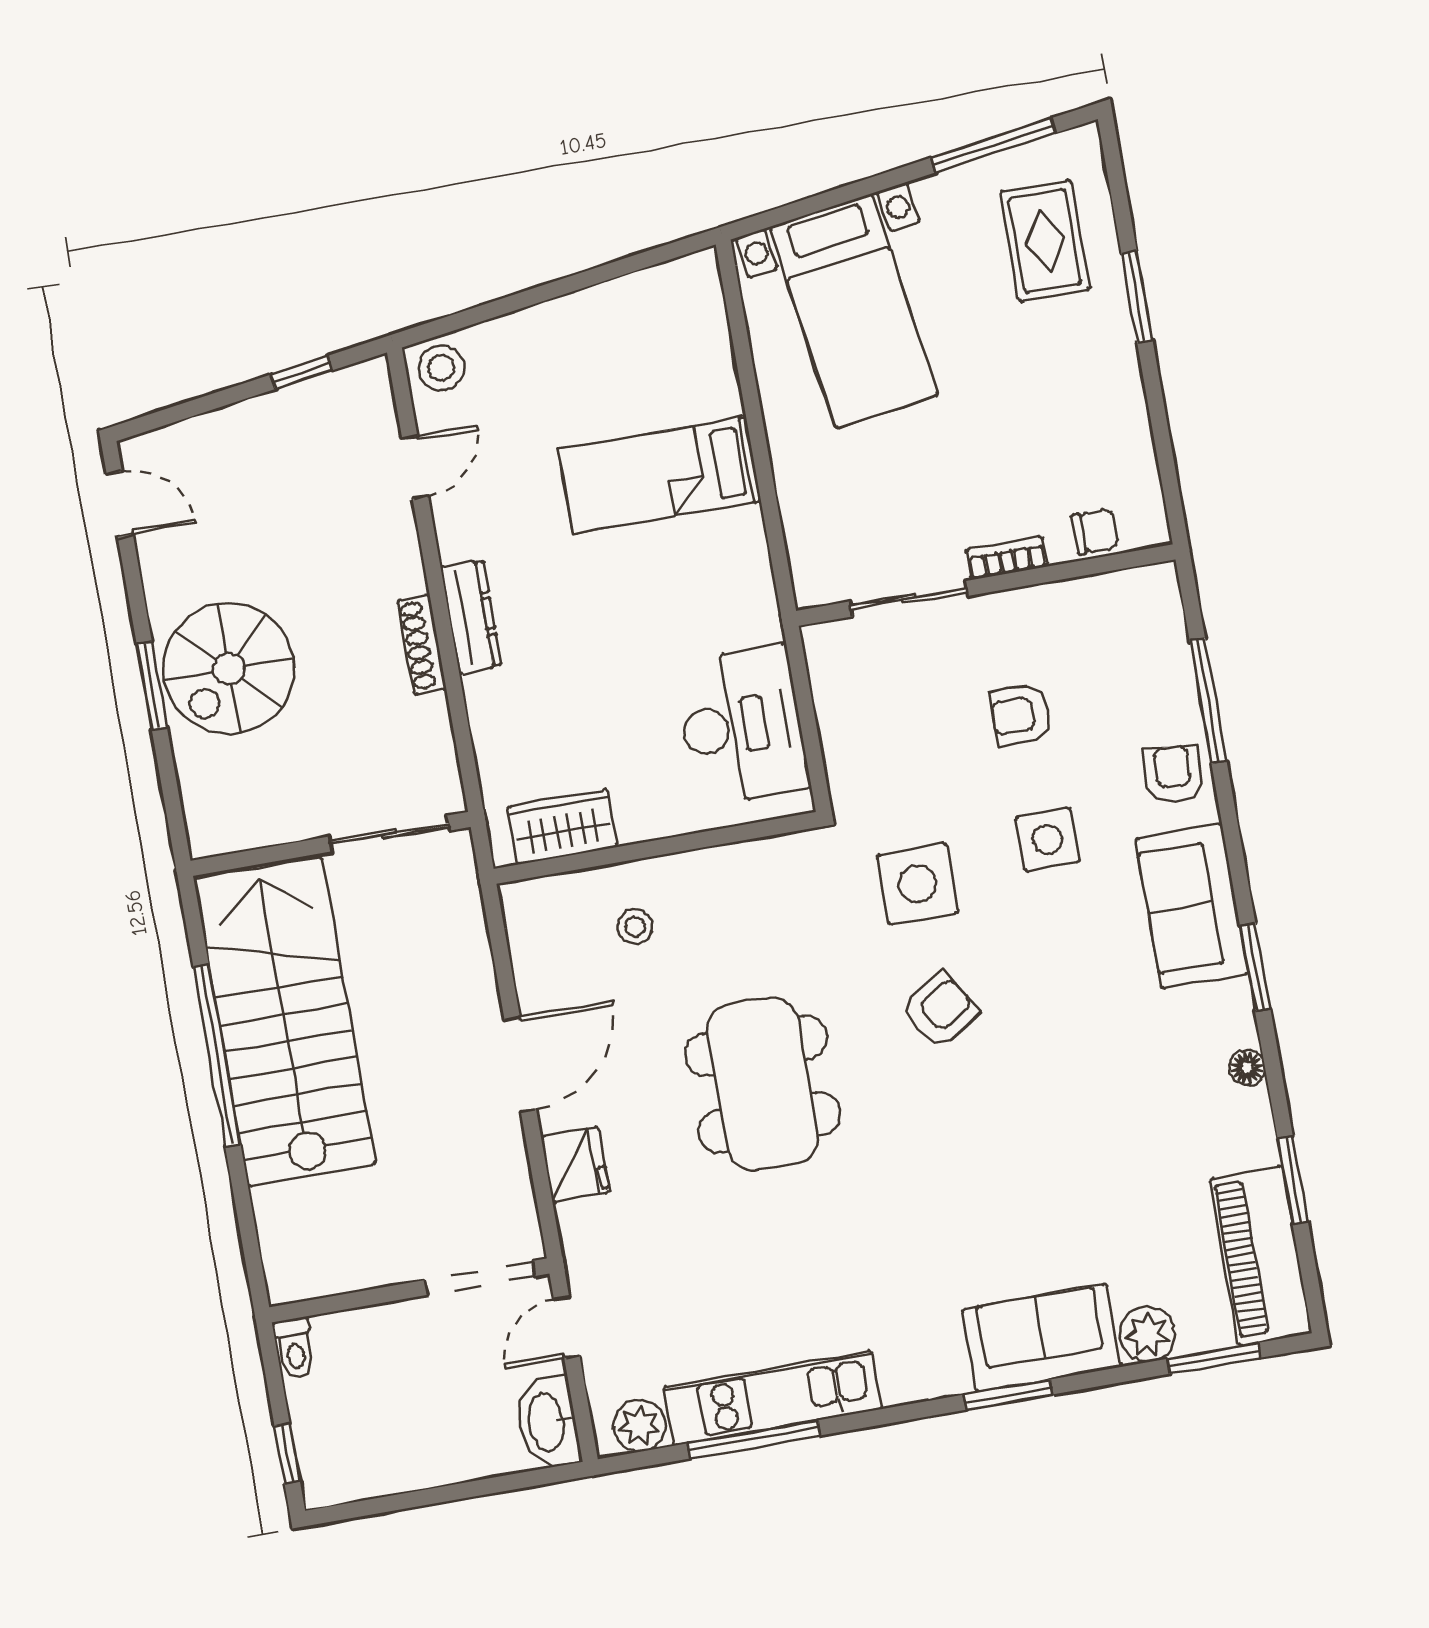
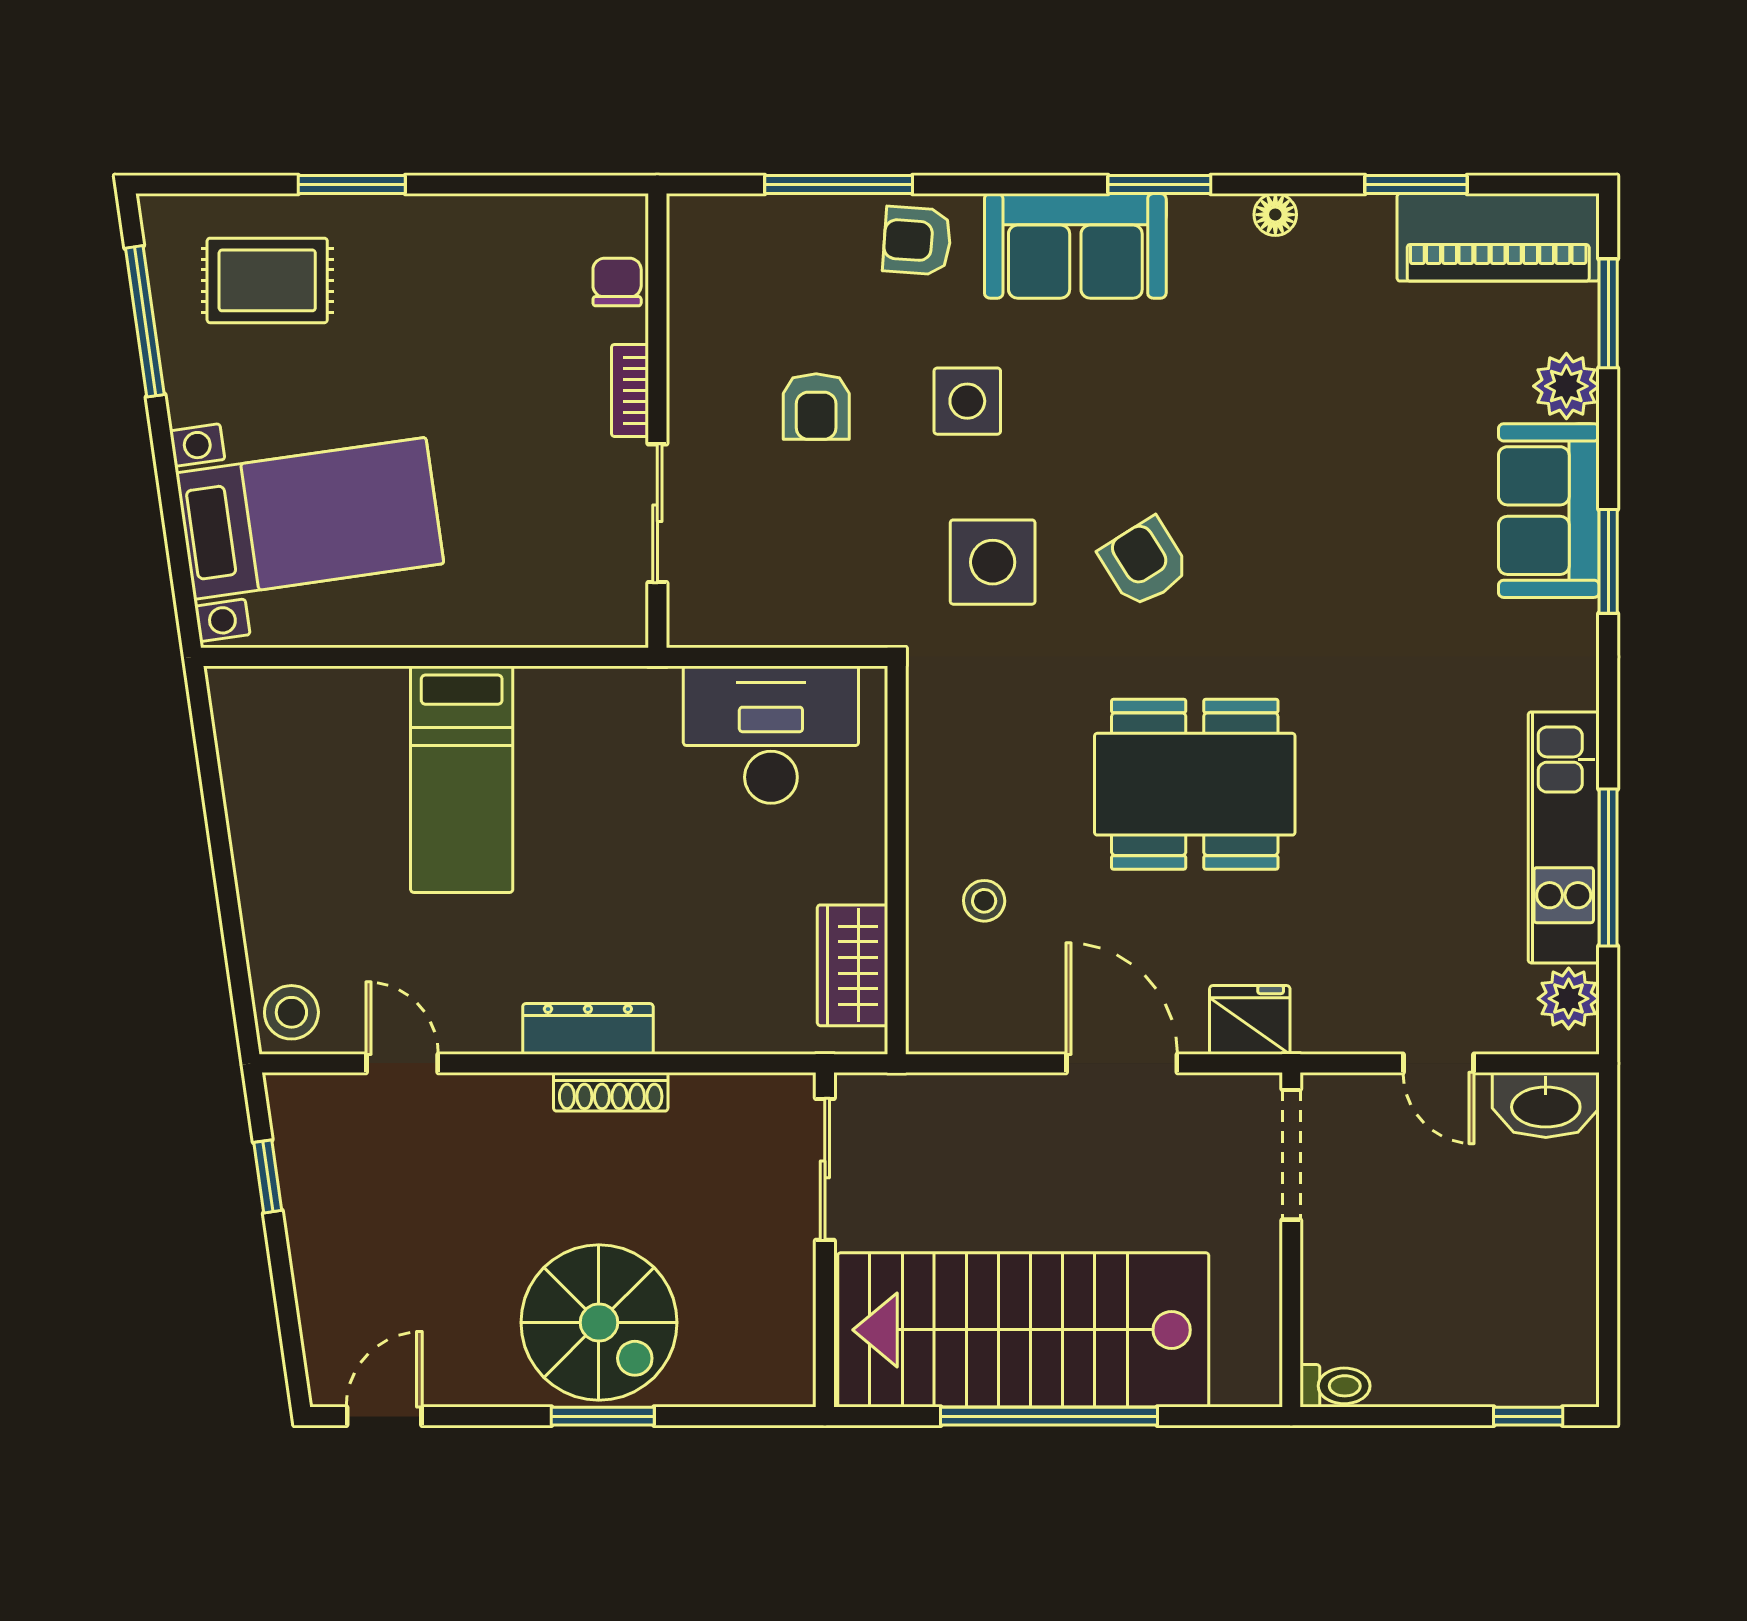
doorway: (480, 1278) -> (1291, 1155), moved
wall: (409, 1290) -> (1291, 1240), moved
toilet: (295, 1348) -> (1335, 1386), moved

